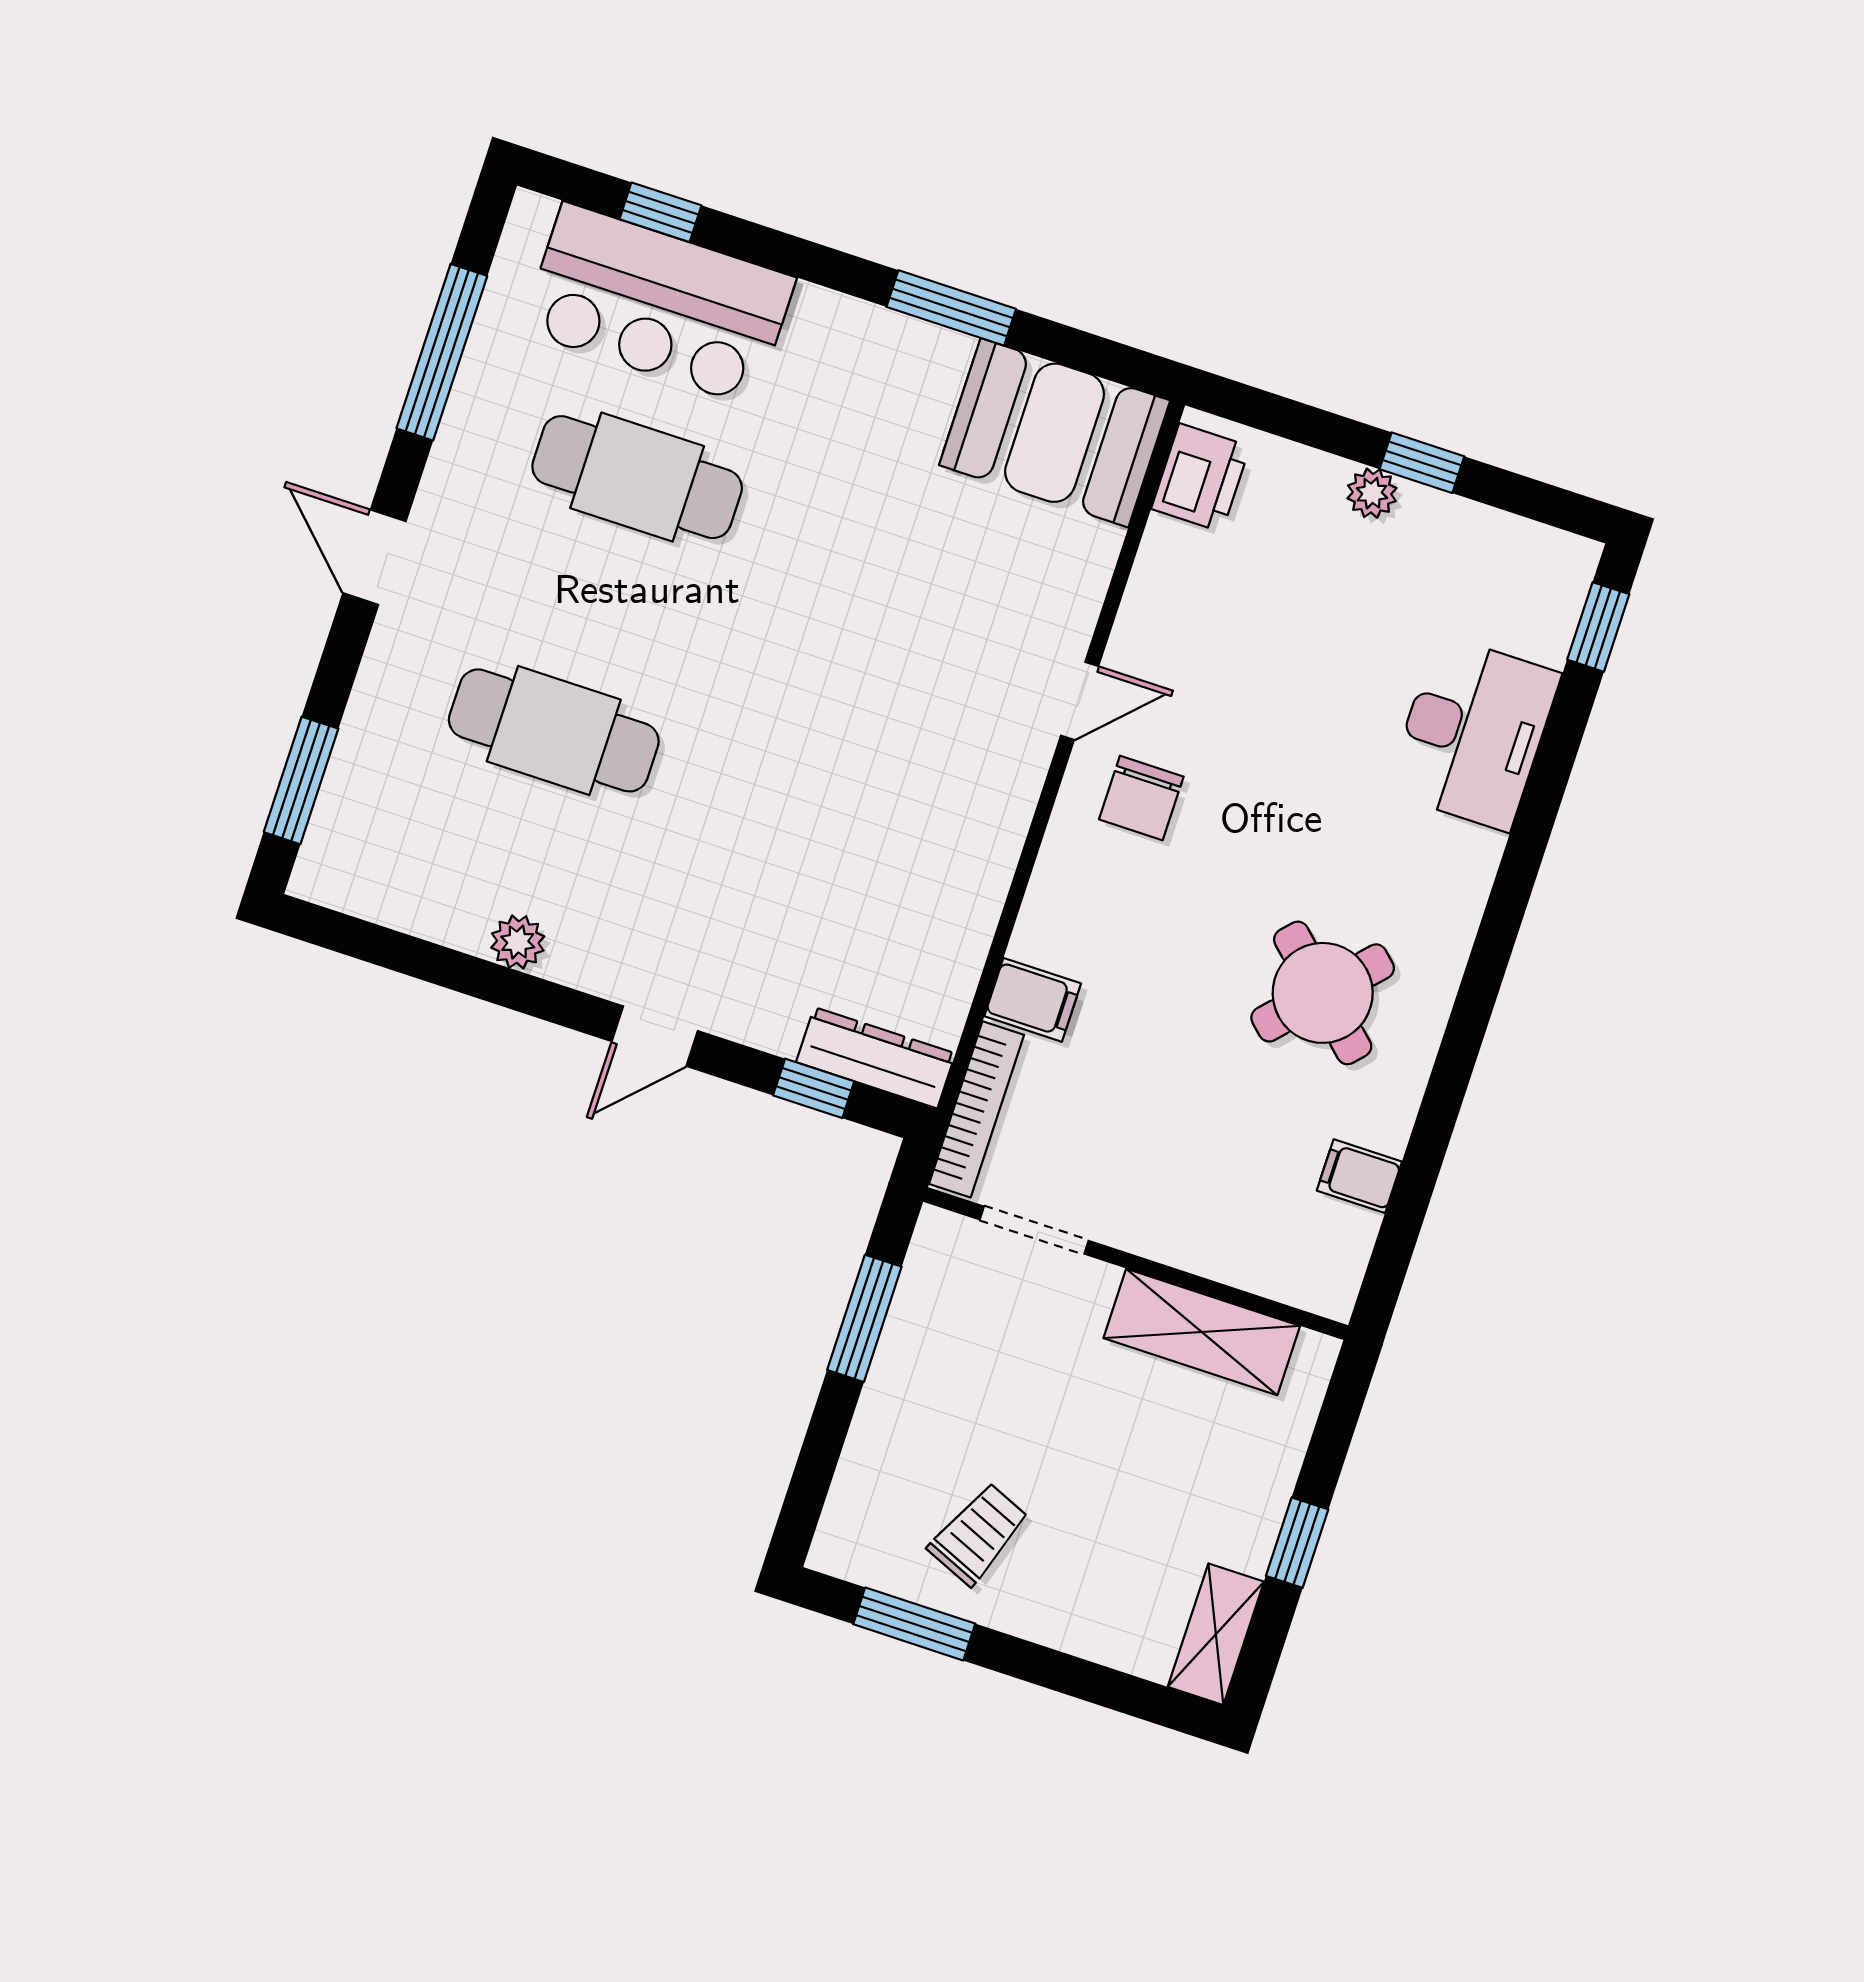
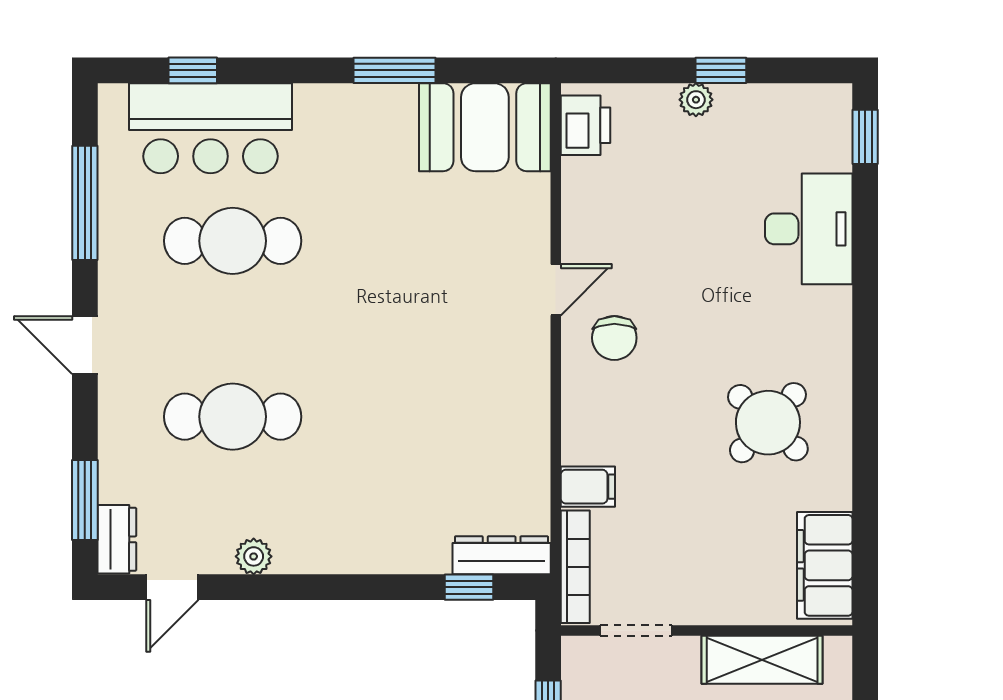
dresser: (329, 852) -> (117, 539), added
door: (655, 1036) -> (172, 587), moved
filing cabinet: (1359, 1176) -> (825, 565), width x3.00, depth x1.17

